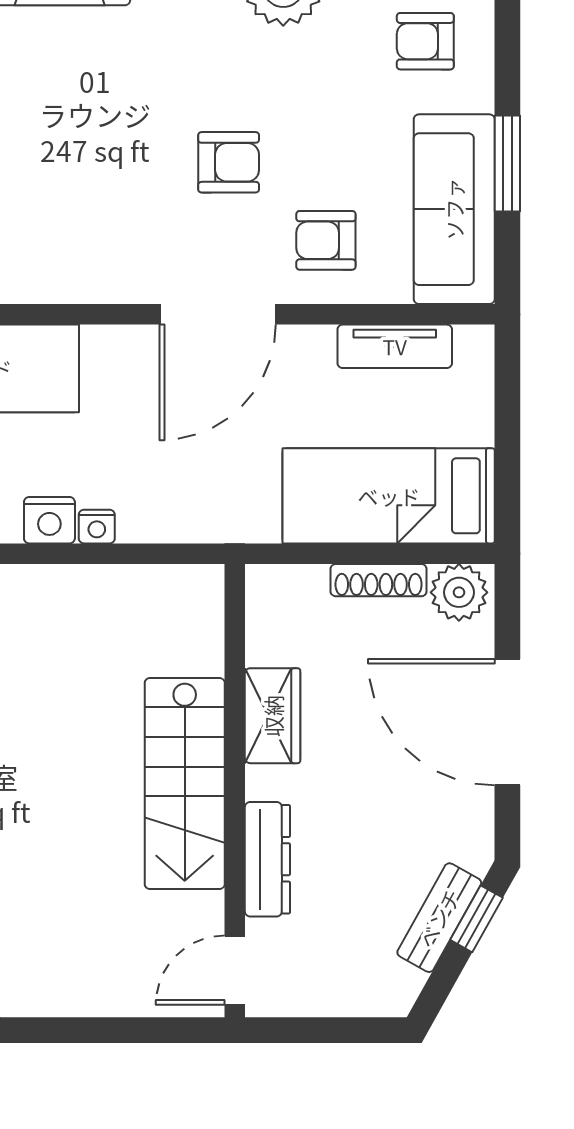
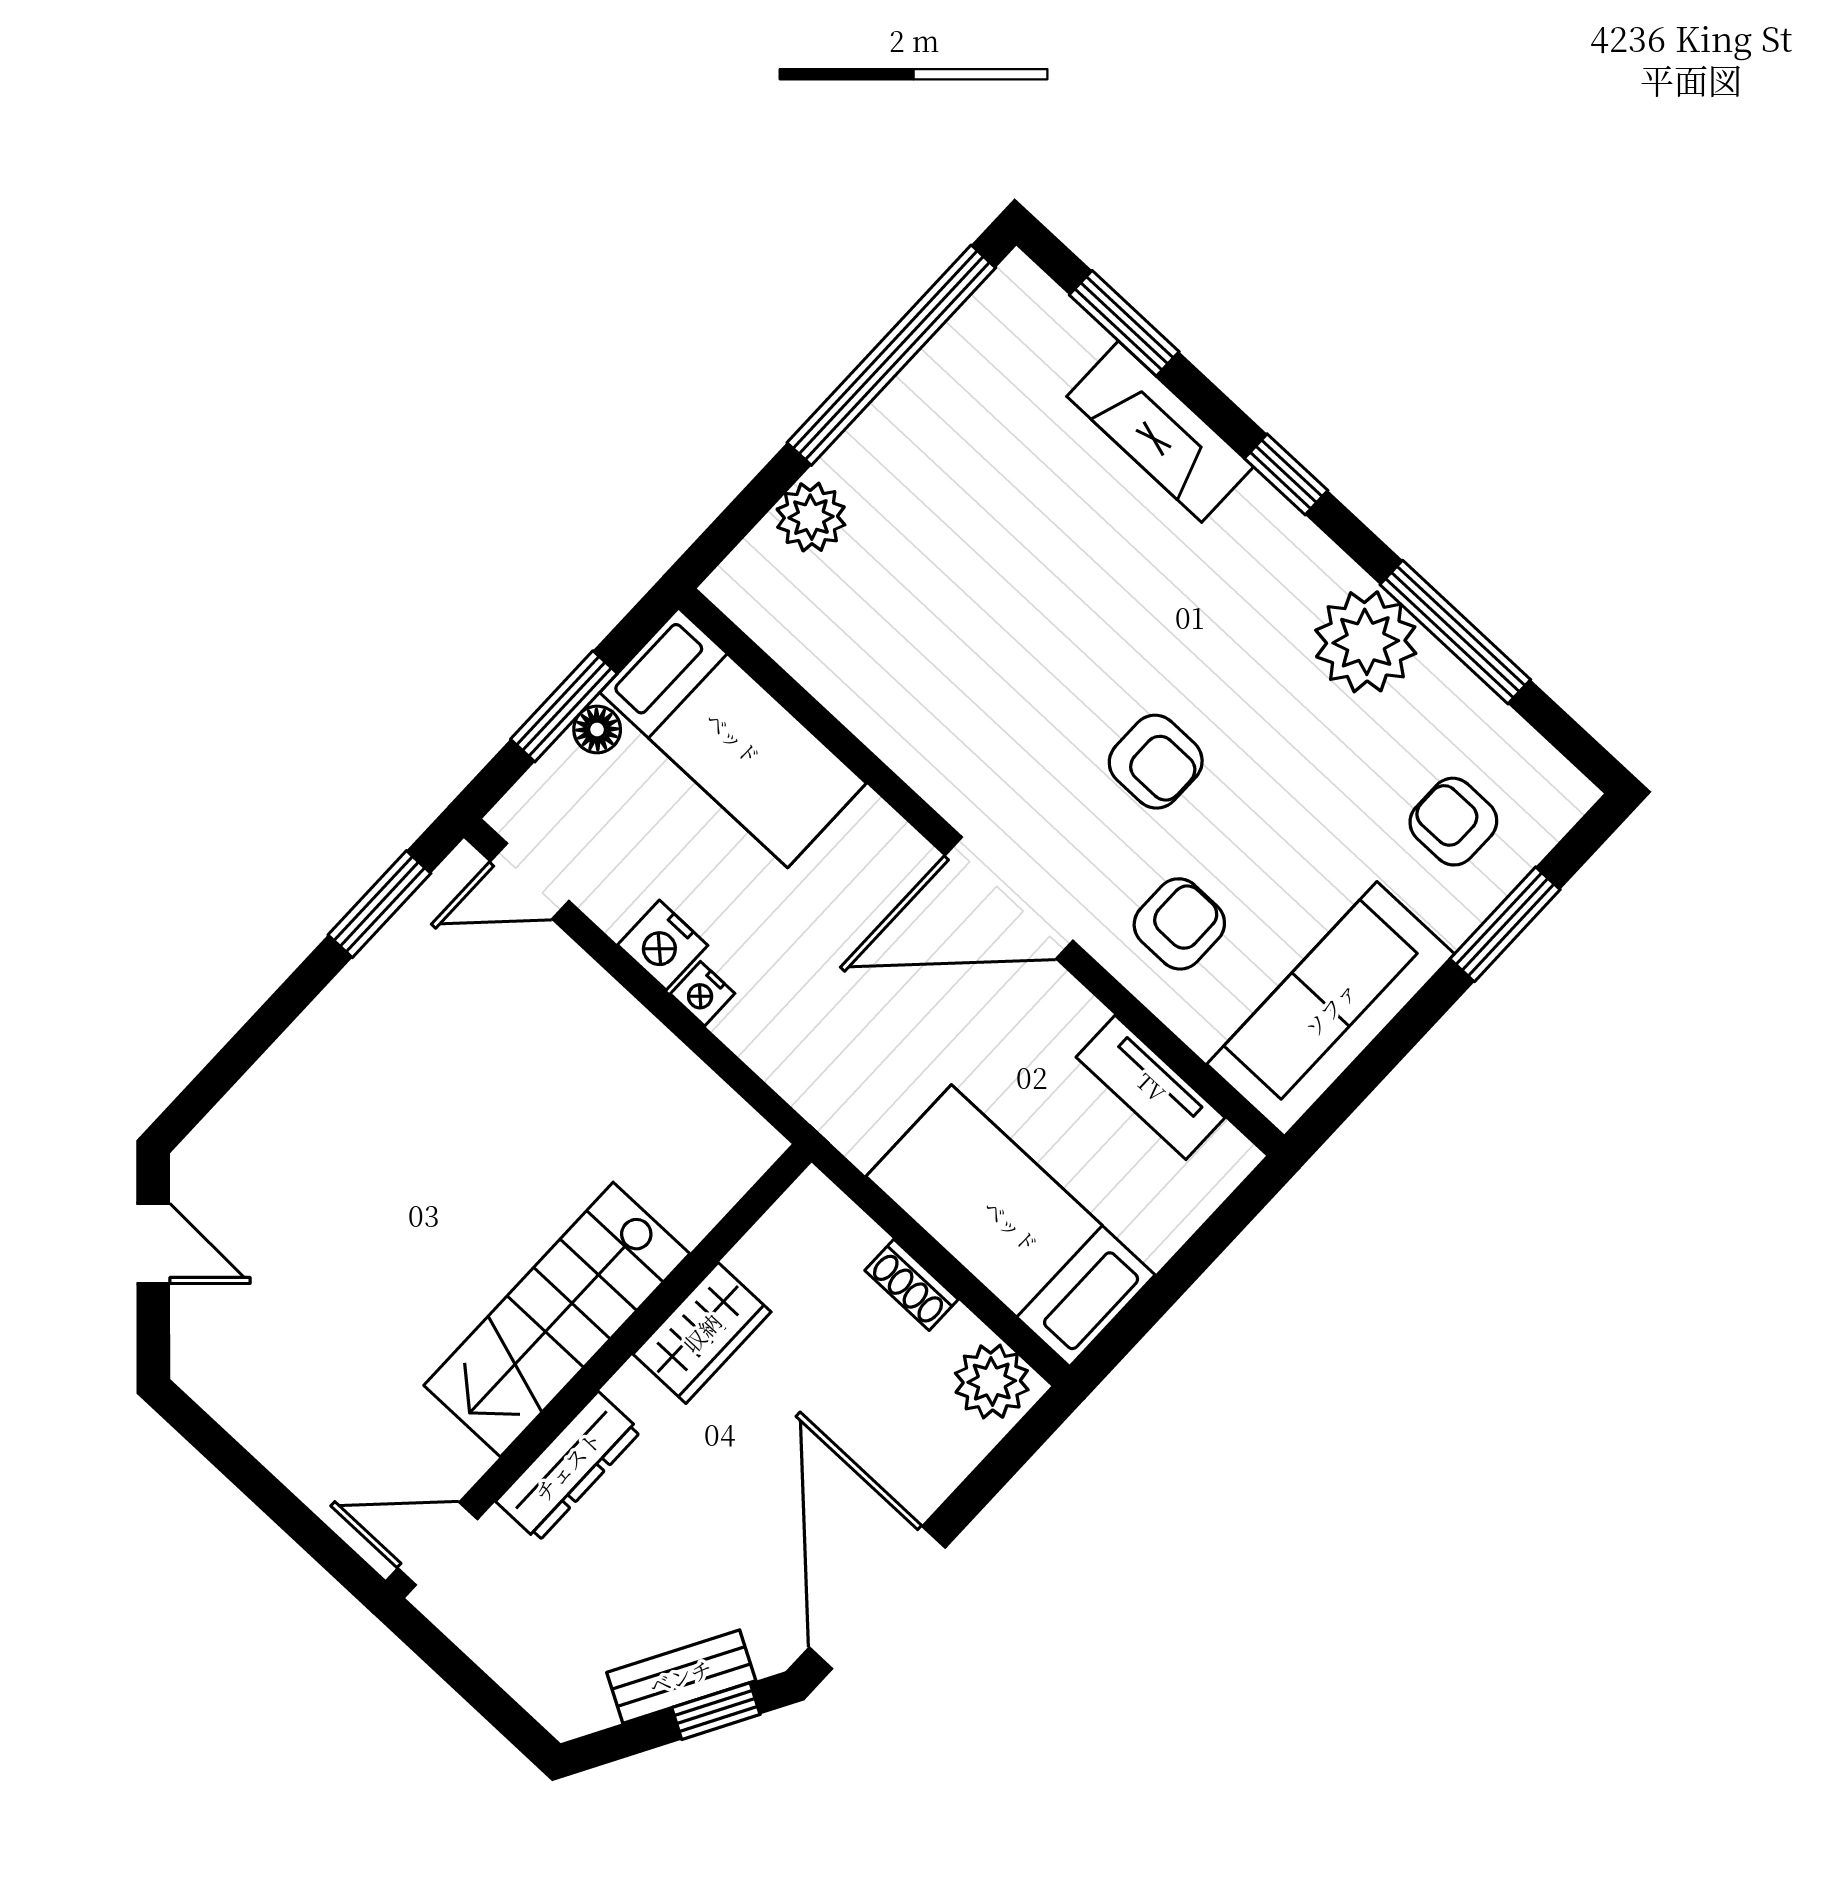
window: (507, 164) -> (1505, 924), moved
armchair: (326, 240) -> (1179, 924), turned 90
shoe rack: (379, 580) -> (912, 1285), width x0.70
door: (507, 722) -> (877, 1598), moved

